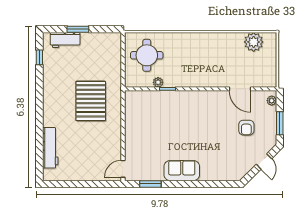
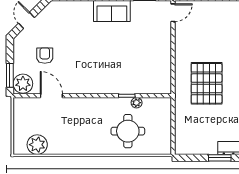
round table: (147, 55) -> (128, 131), moved
plant: (272, 101) -> (23, 84), width x1.87, depth x1.87
window: (280, 123) -> (10, 75), moved

